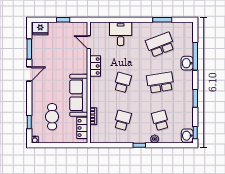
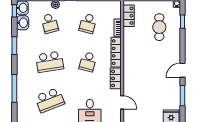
washbasin: (187, 63) -> (23, 23), moved
locker: (95, 92) -> (116, 52), added
sofa: (79, 95) -> (132, 49), removed

